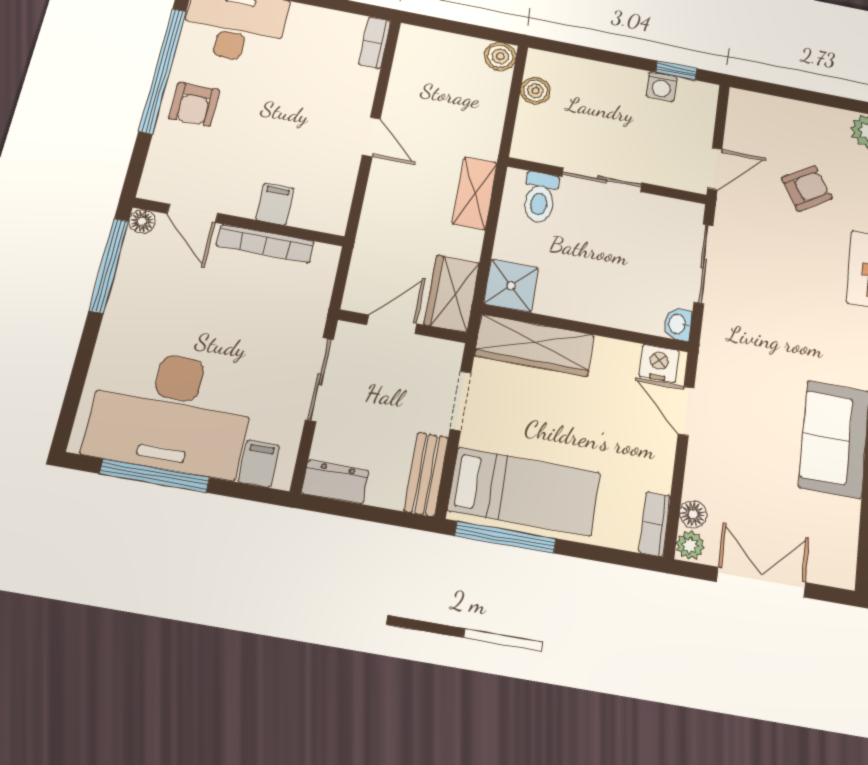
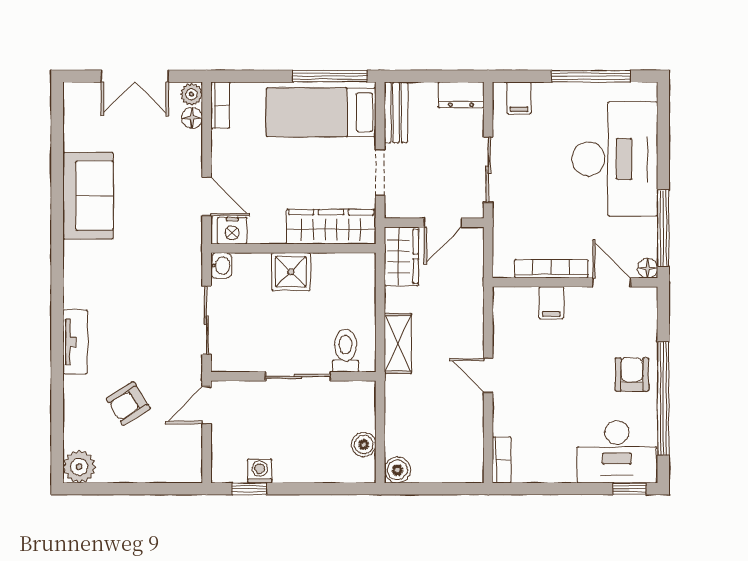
shower: (511, 286) -> (291, 272), moved
desk: (171, 412) -> (615, 159), moved, turned 90

